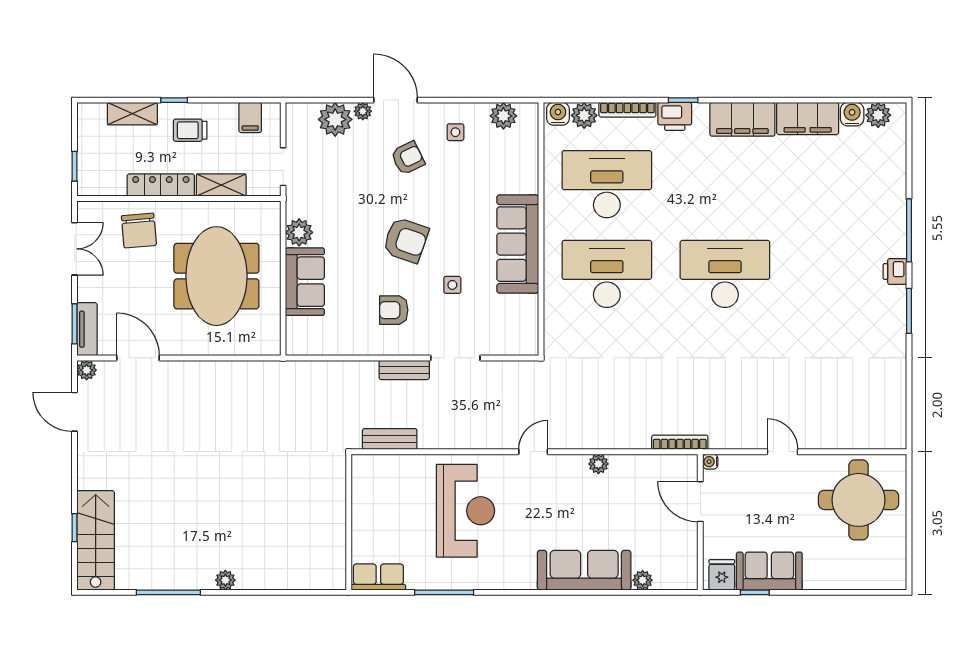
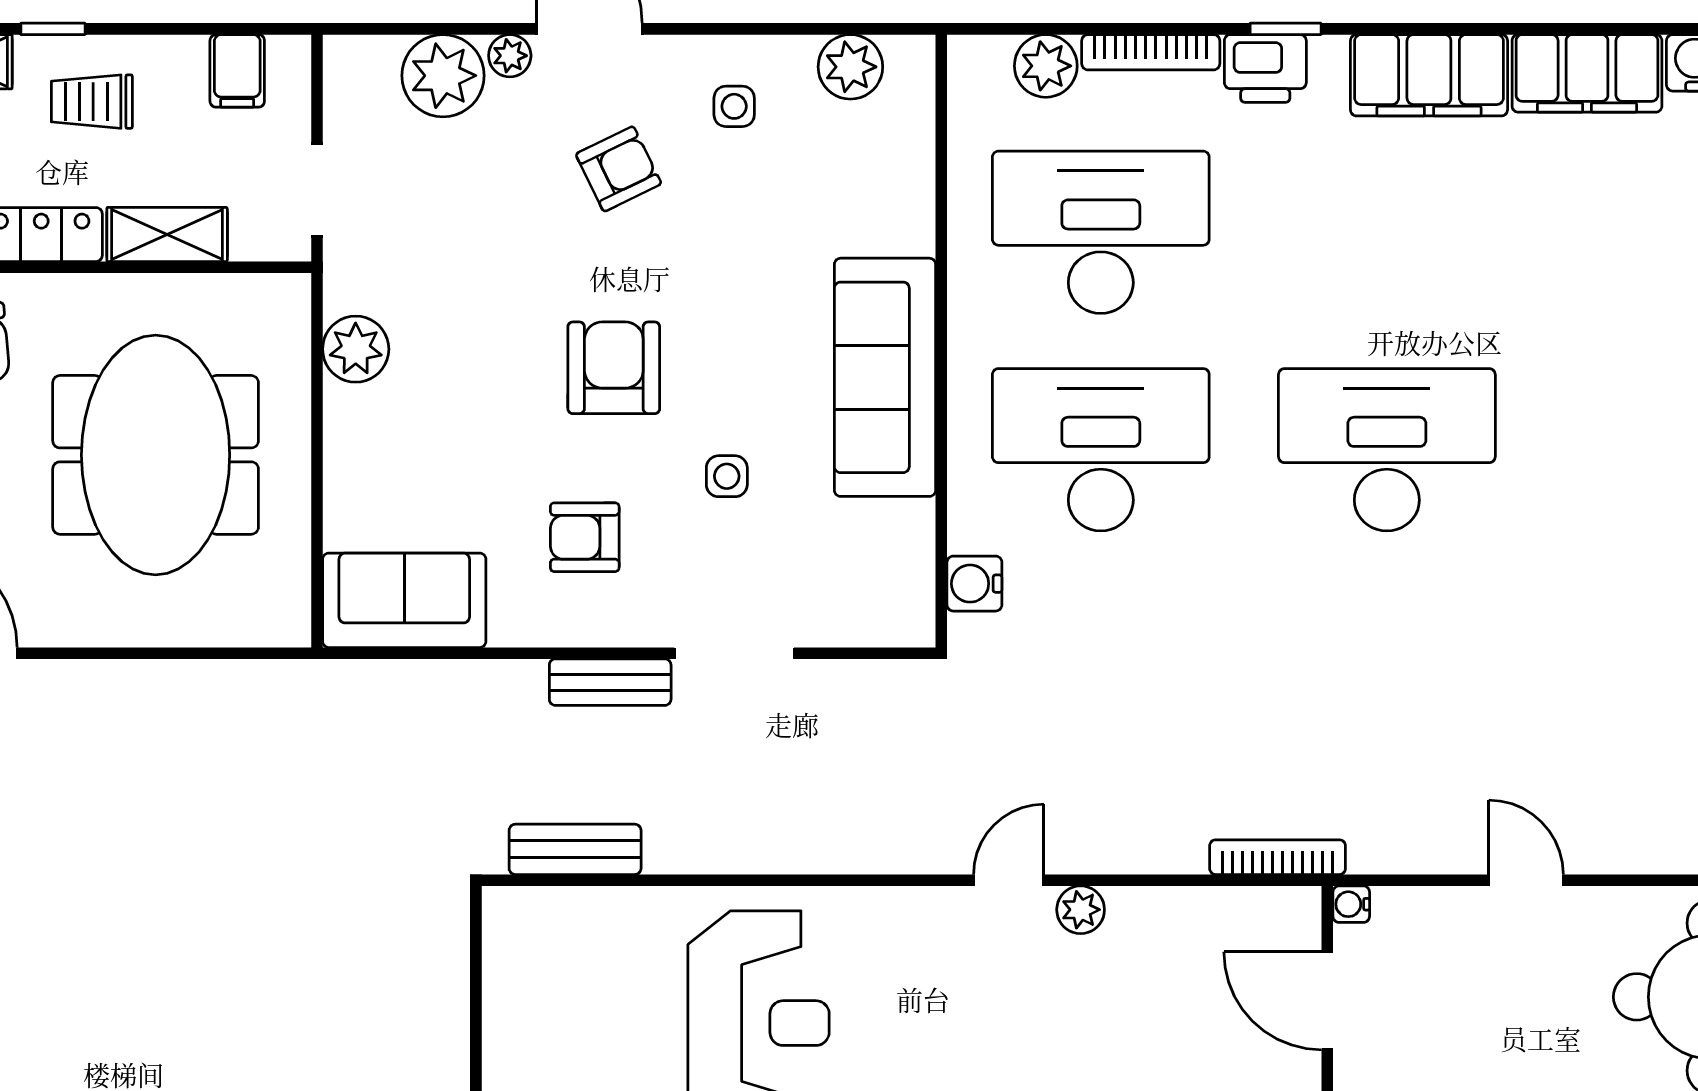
water cooler: (558, 114) -> (974, 584), moved, turned -90
armchair: (406, 240) -> (614, 368), turned -109
sofa: (305, 282) -> (404, 600), moved, turned -90
door: (533, 452) -> (1009, 880), moved

